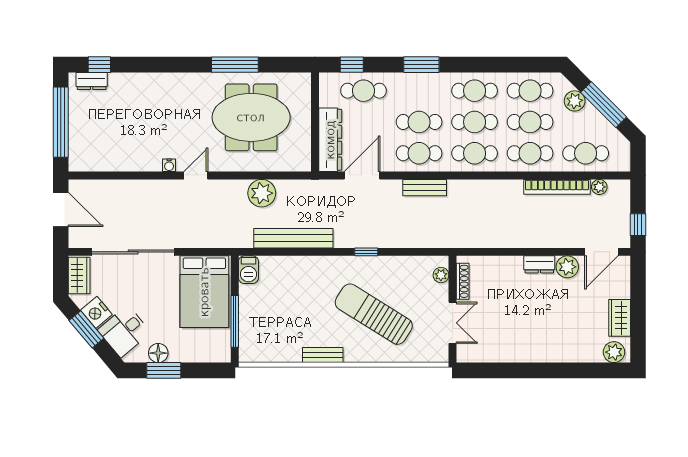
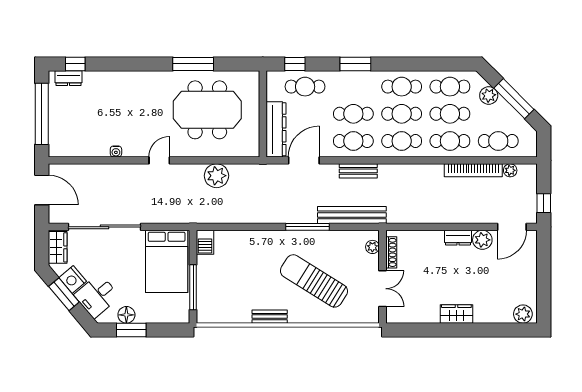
water cooler: (169, 165) -> (116, 151), moved
bench: (293, 238) -> (352, 215), moved
window: (366, 252) -> (307, 227), width x2.17
wardrobe: (620, 318) -> (456, 314), moved, turned 90

